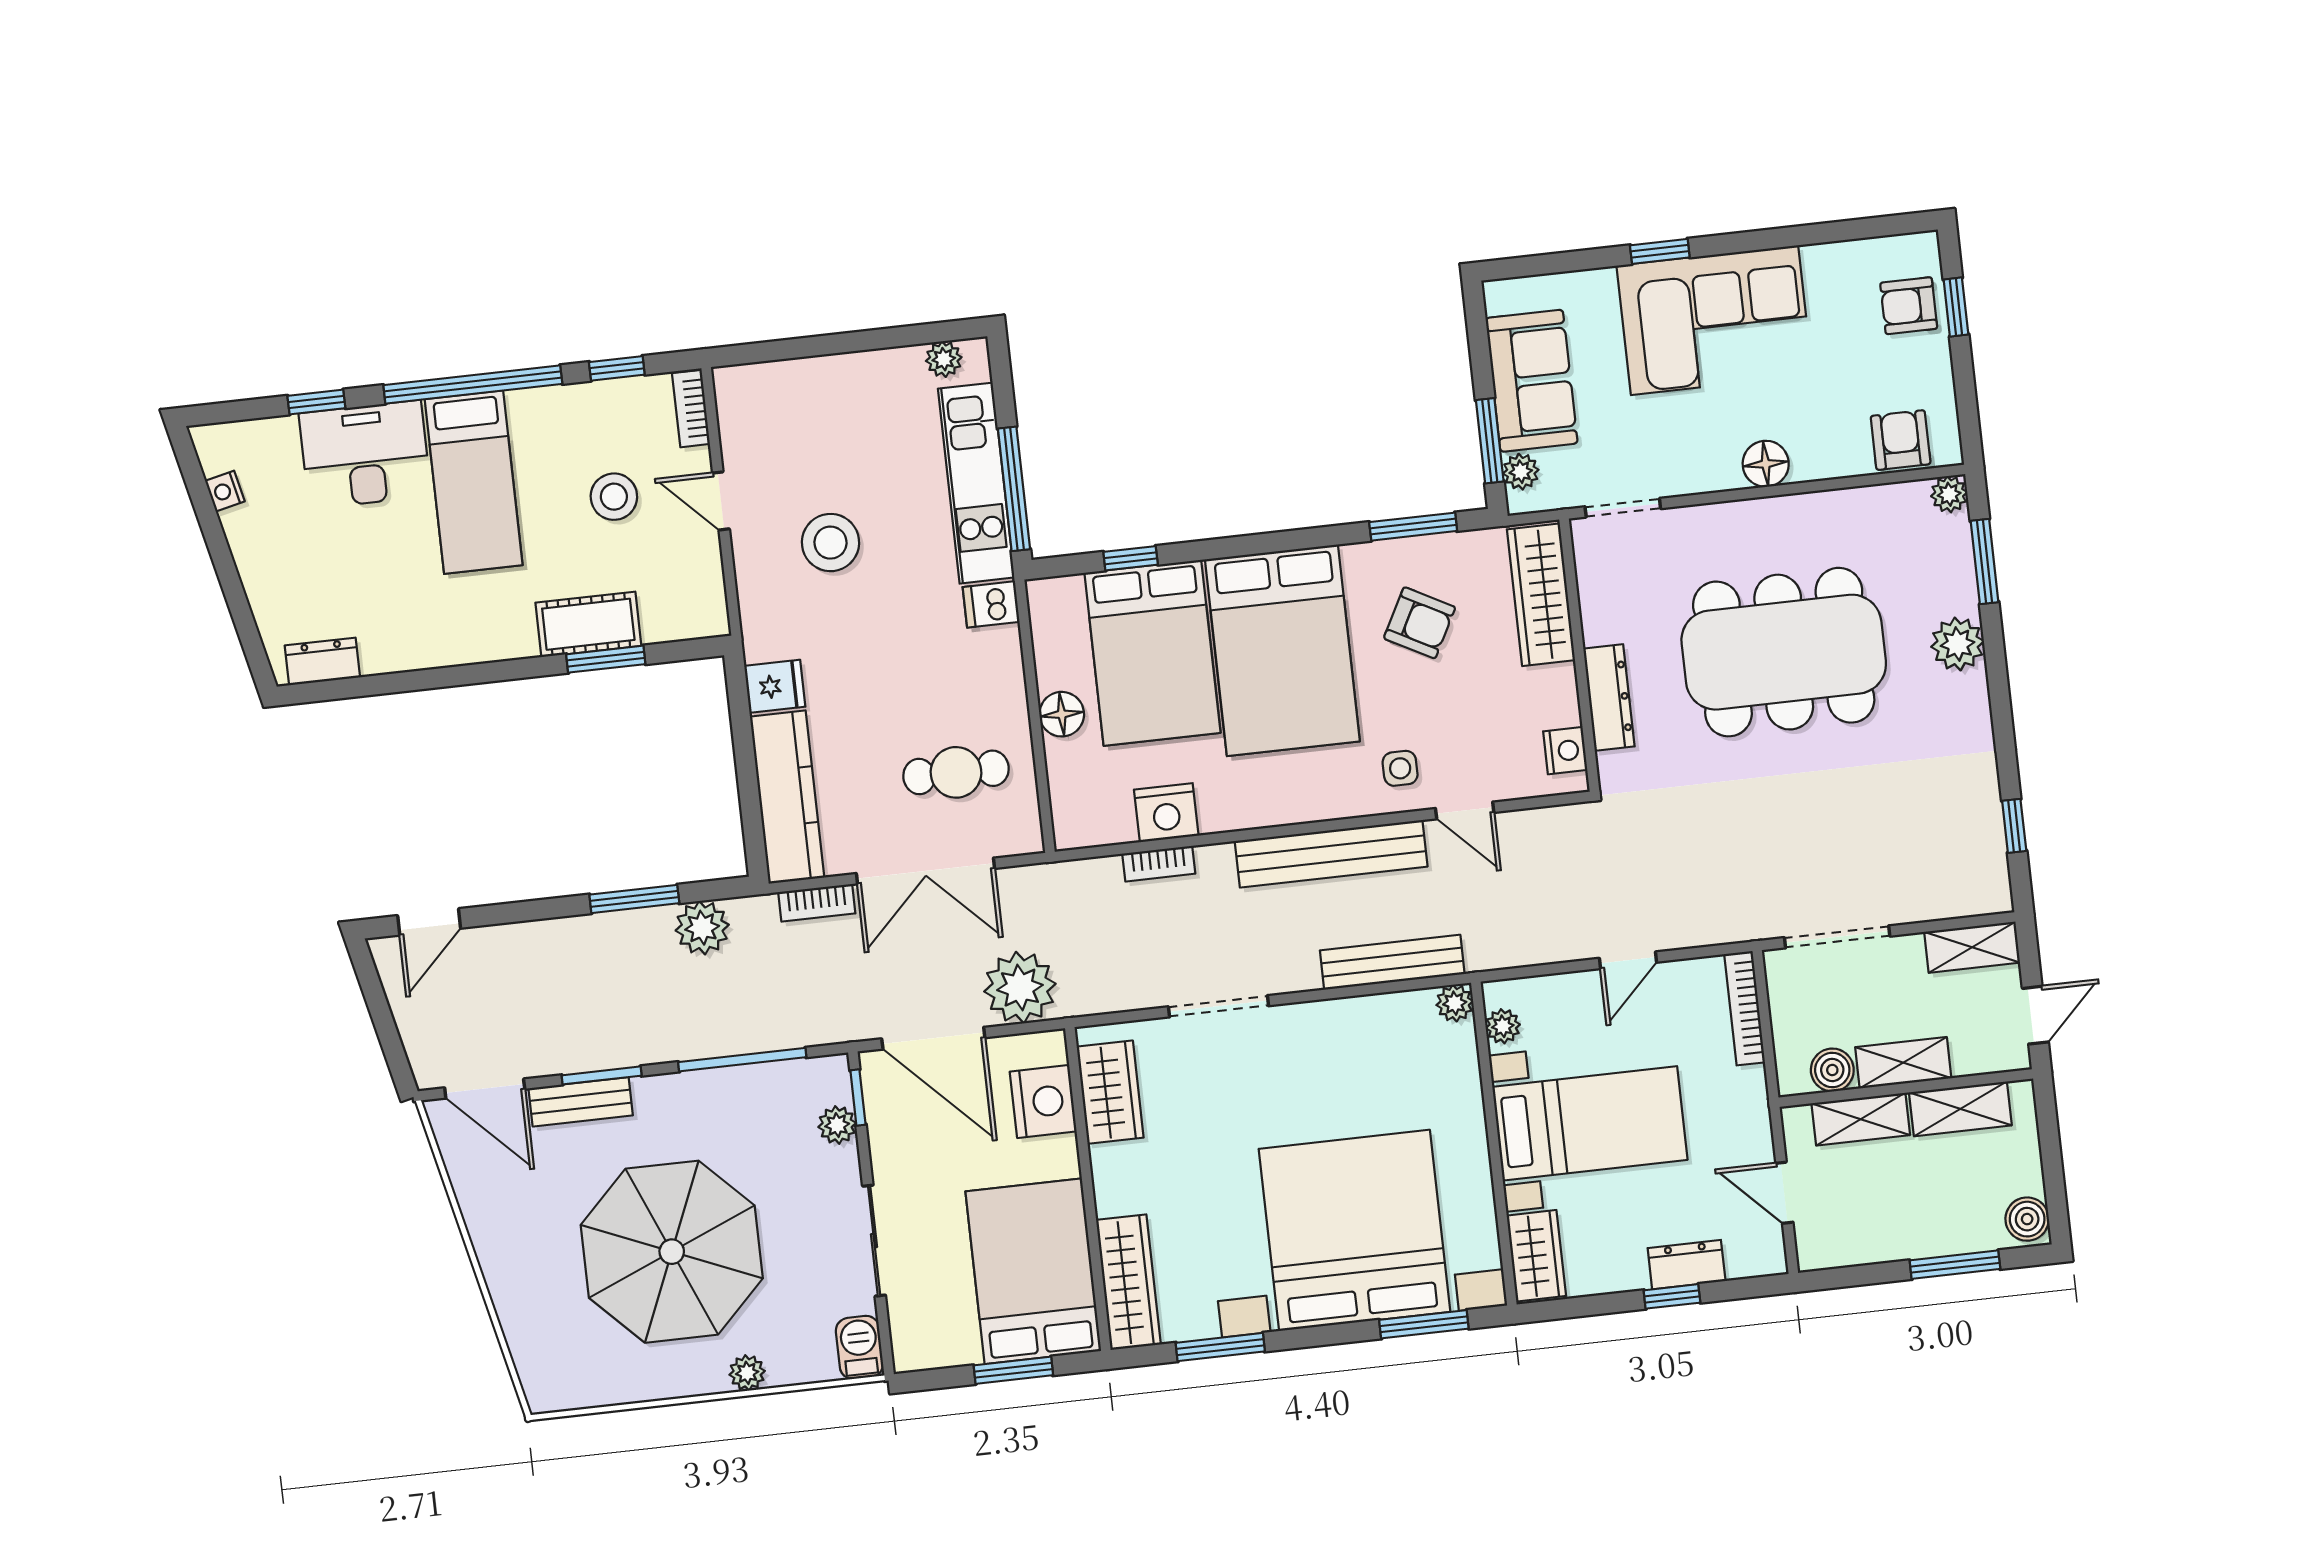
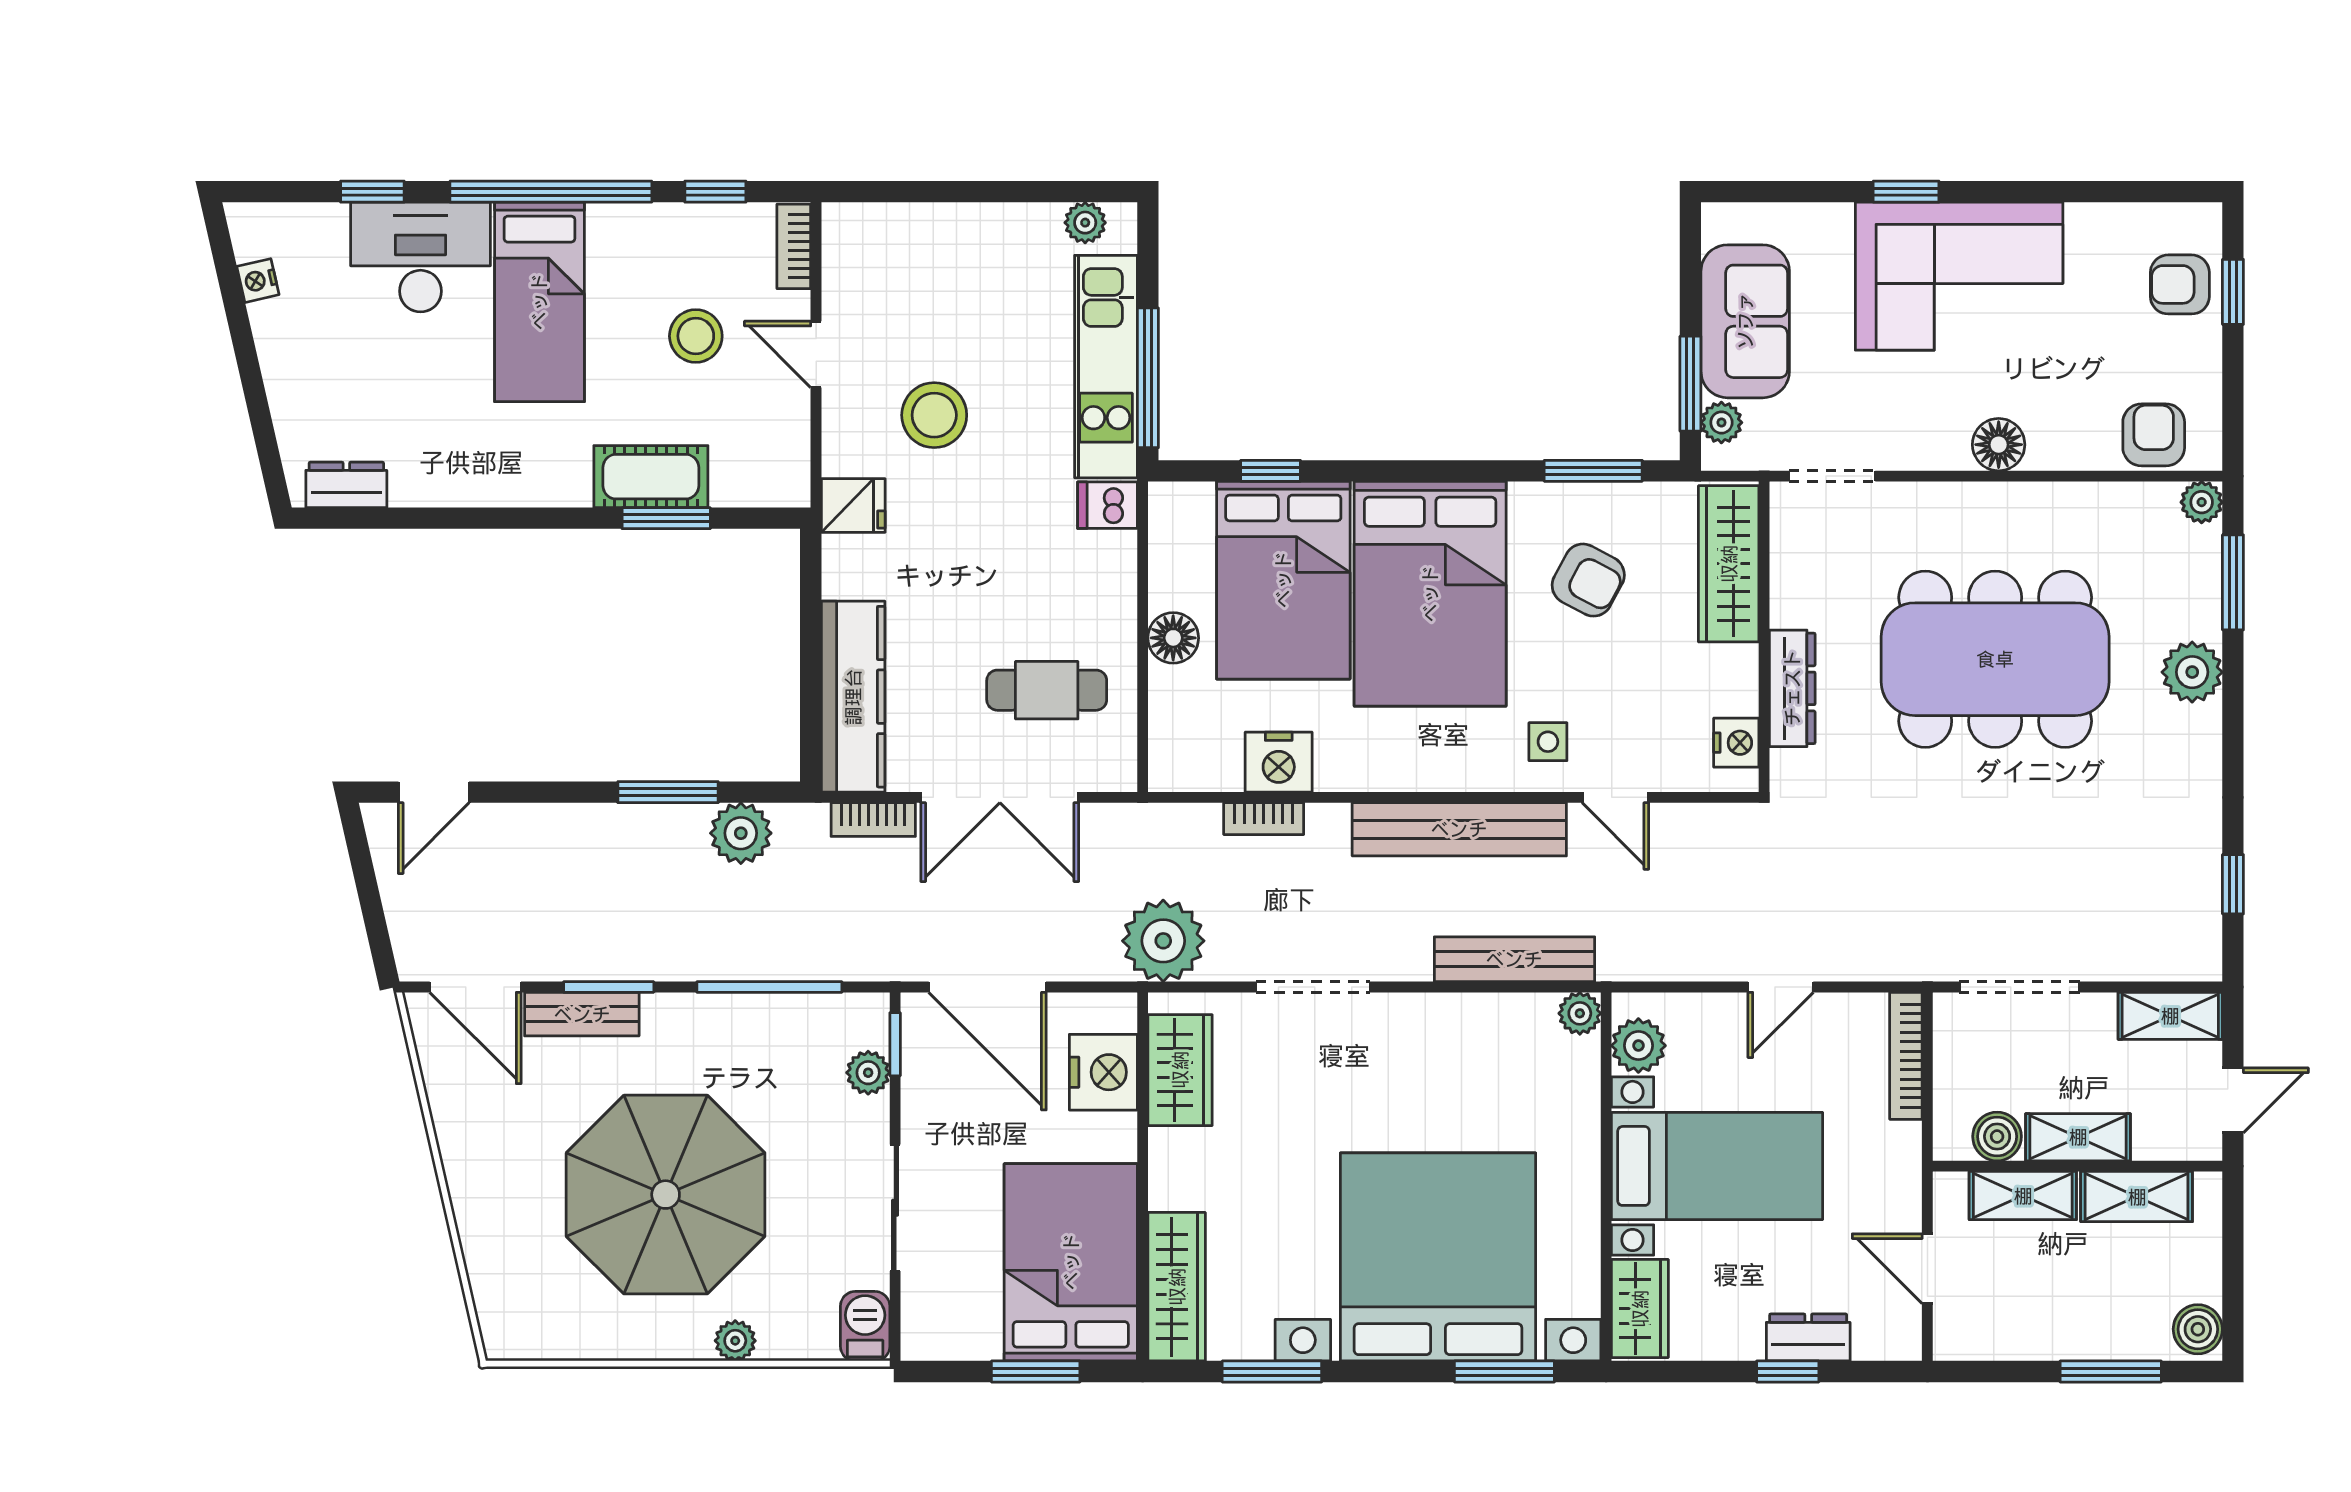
fridge: (775, 686) -> (853, 506), moved
plant: (1020, 988) -> (1163, 941), moved
plant: (1503, 1026) -> (1638, 1046), width x1.38, depth x1.38

